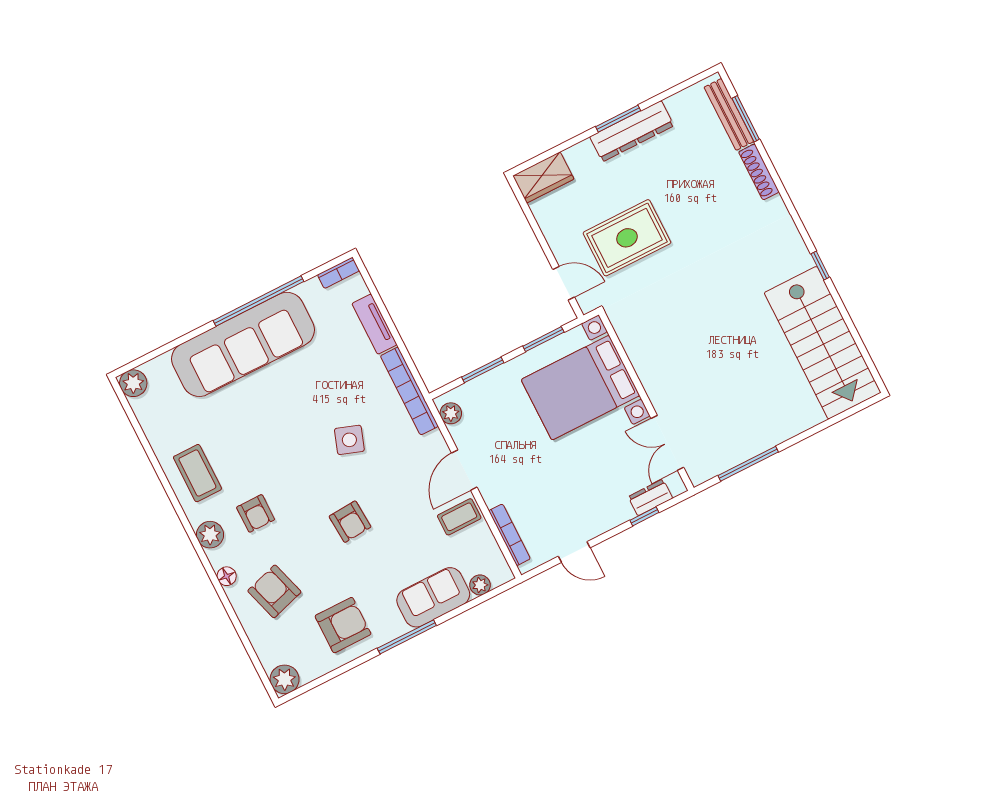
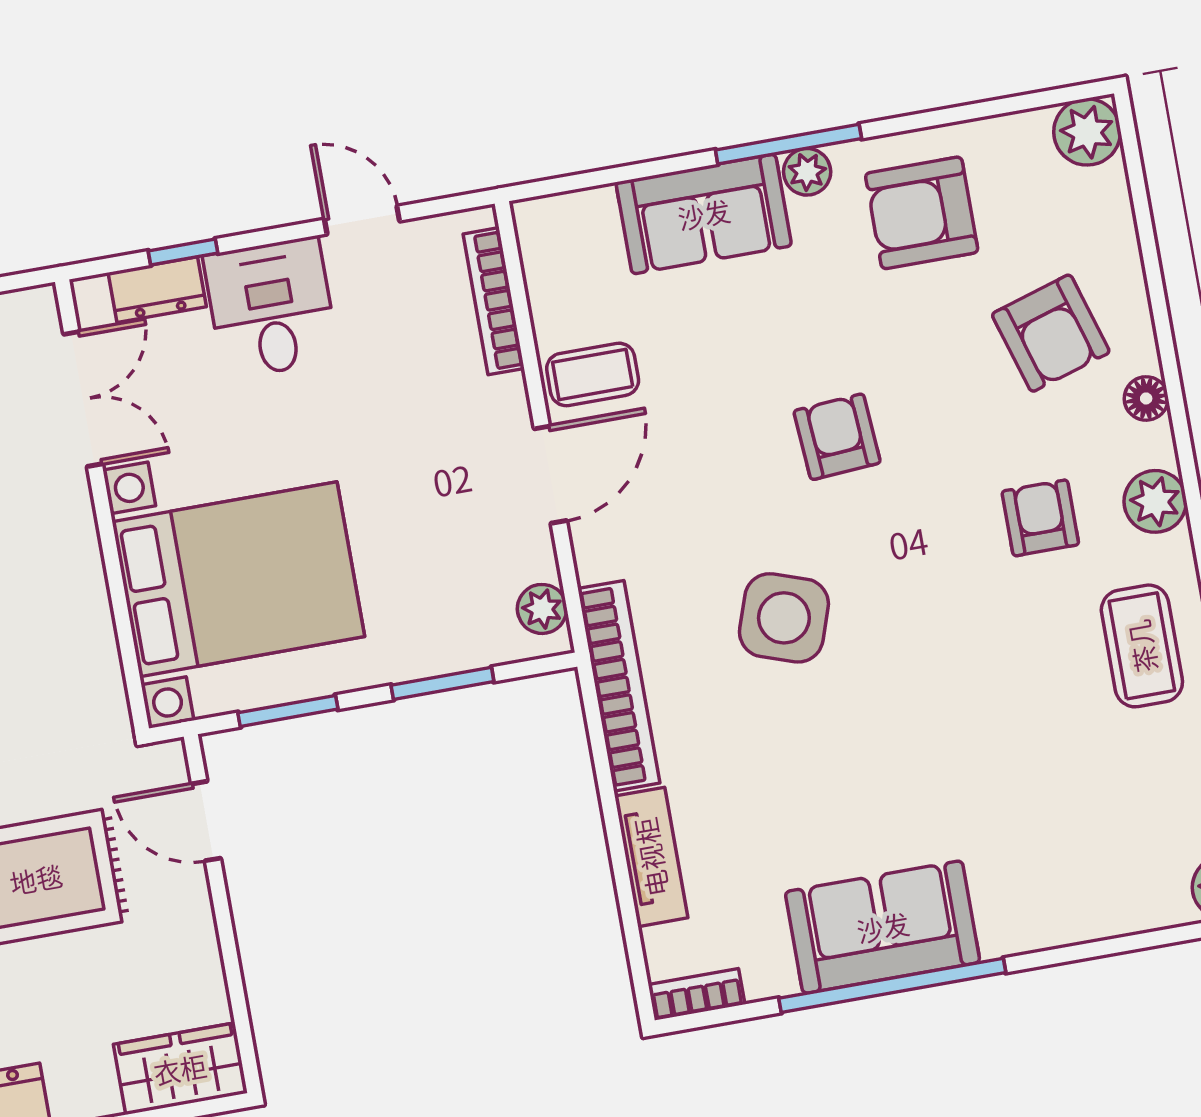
sofa: (243, 344) -> (883, 927), width x0.54, depth x0.79
side table: (349, 440) -> (784, 618), width x1.37, depth x1.37
desk: (601, 504) -> (271, 308), added
plant: (480, 585) -> (807, 172), moved

